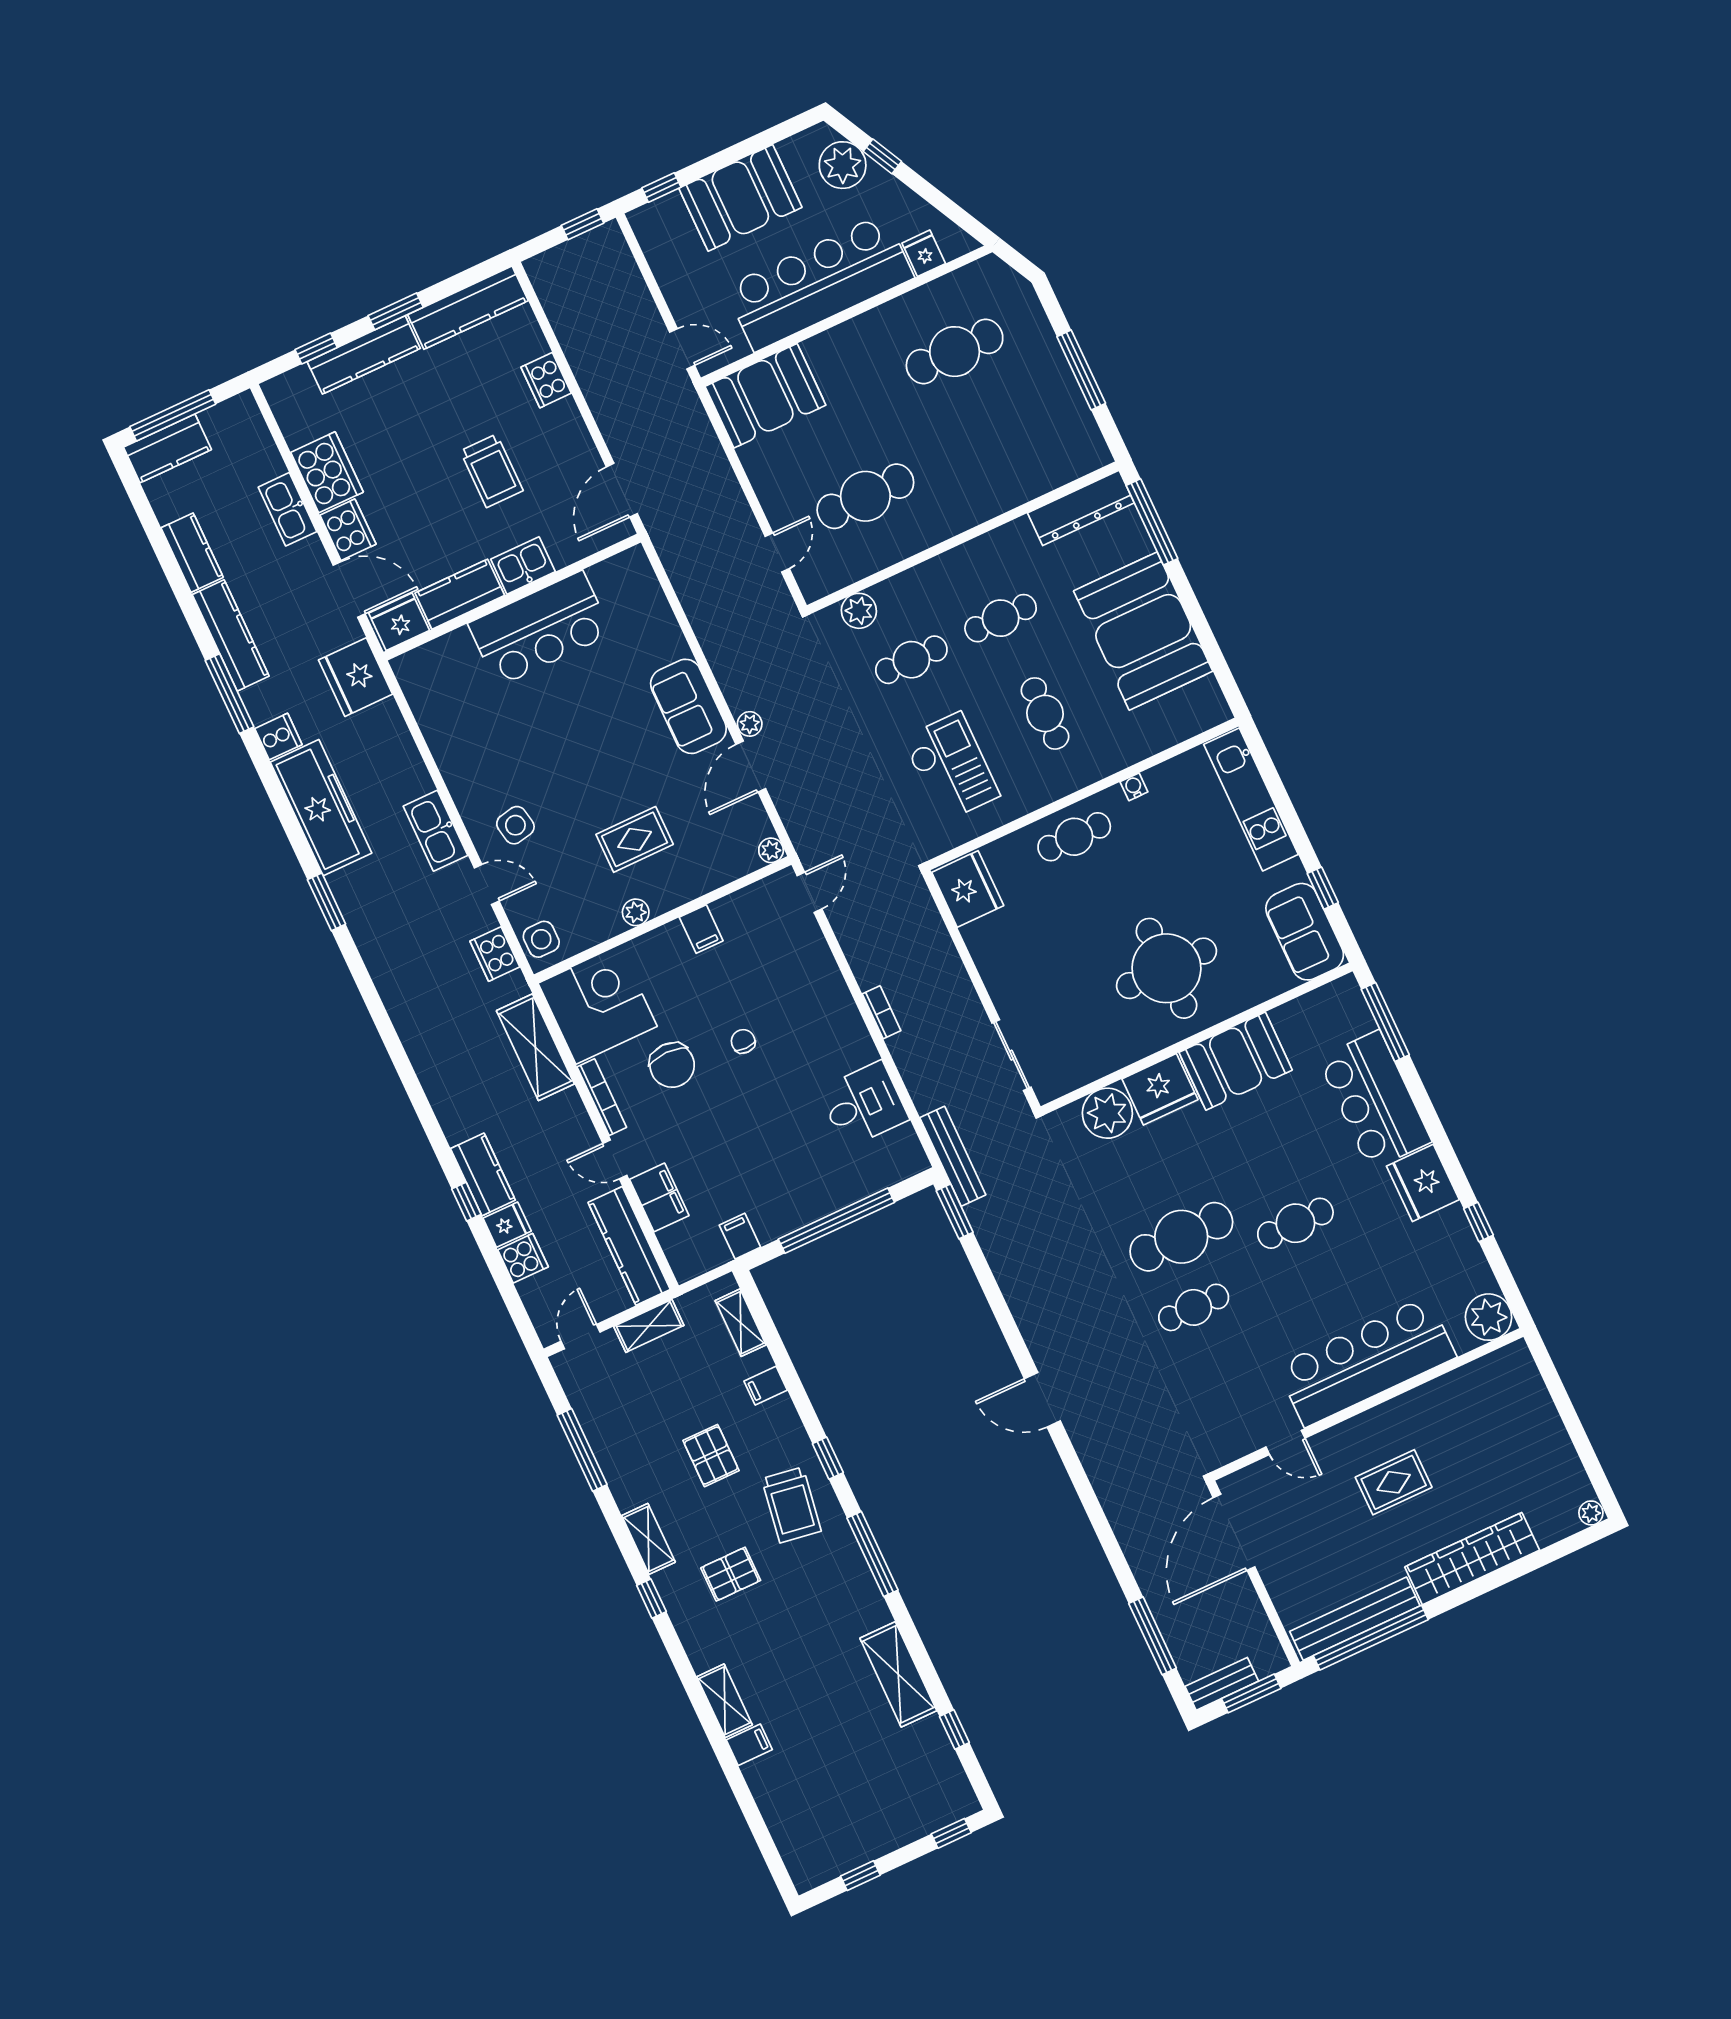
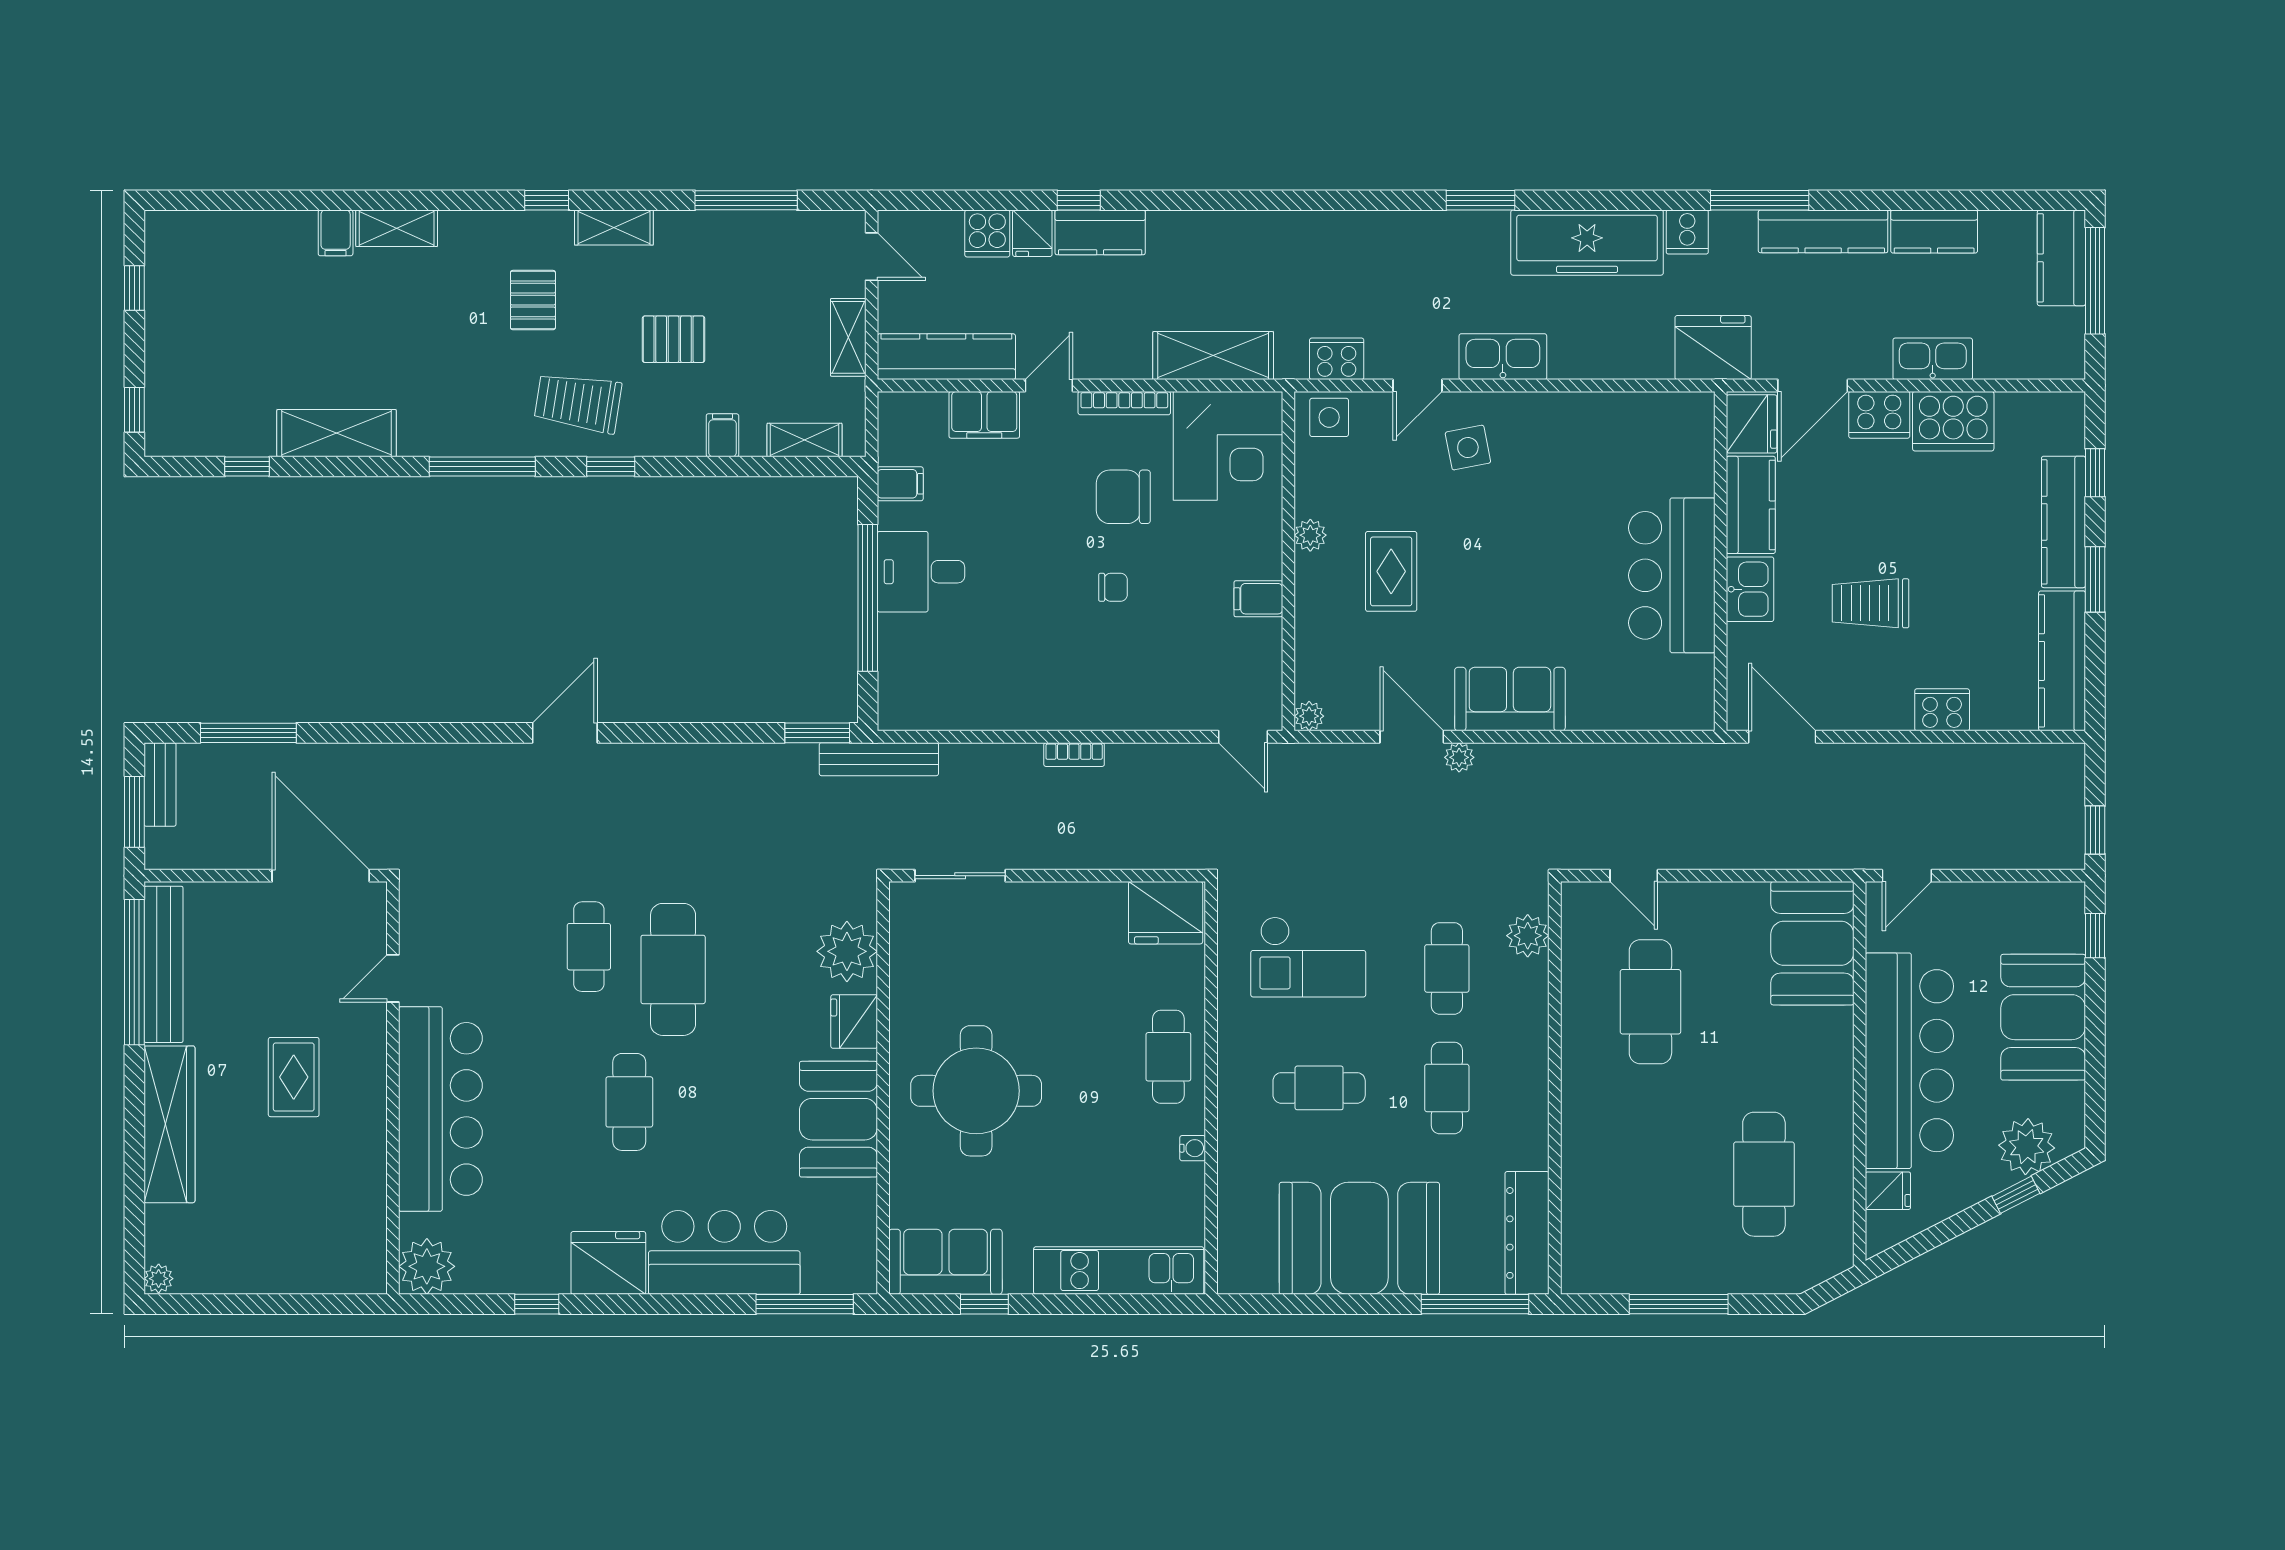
fridge: (1160, 1089) -> (854, 1021), width x0.73, depth x0.75
desk: (864, 1105) -> (921, 572), moved, turned 90

